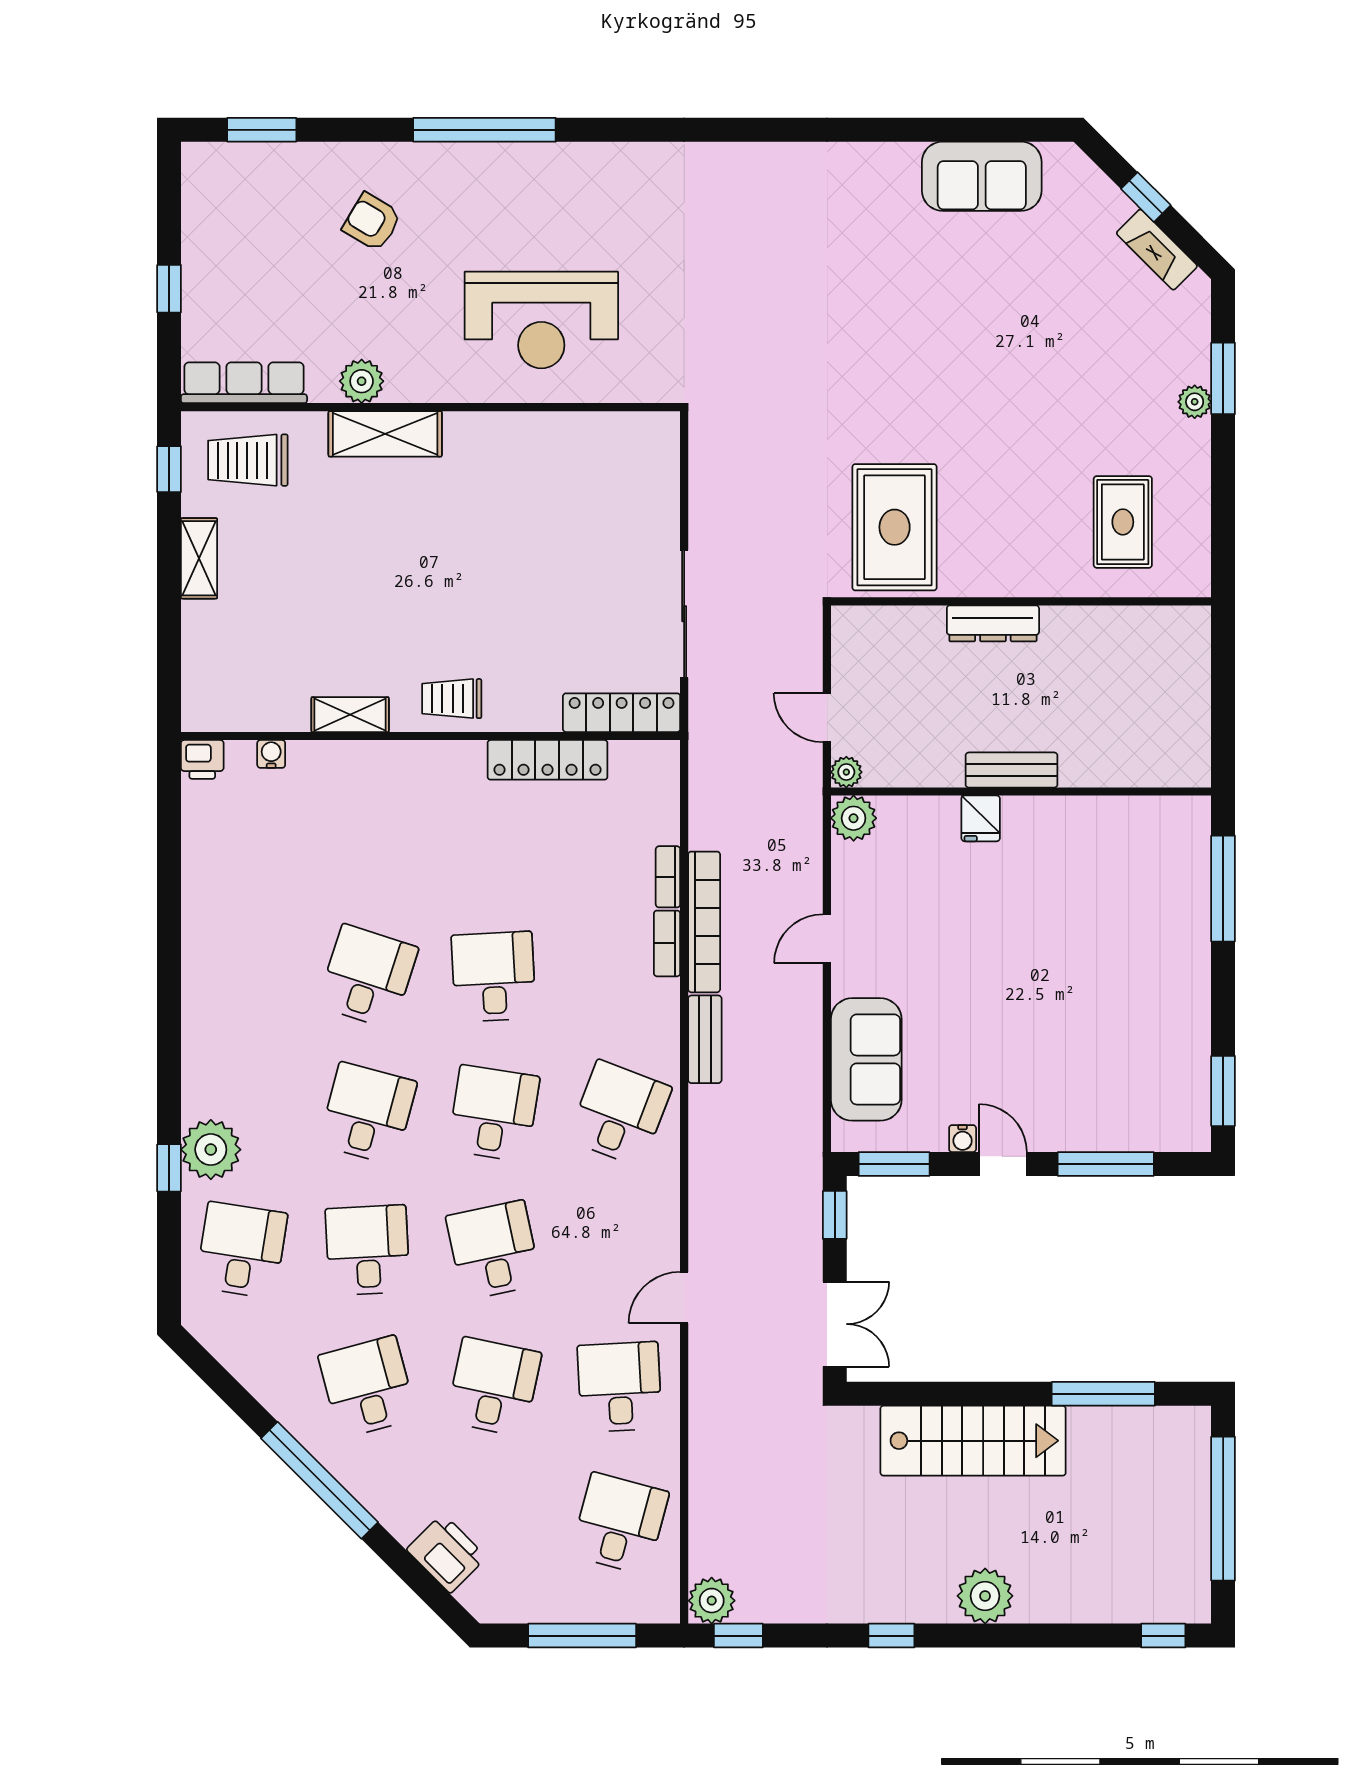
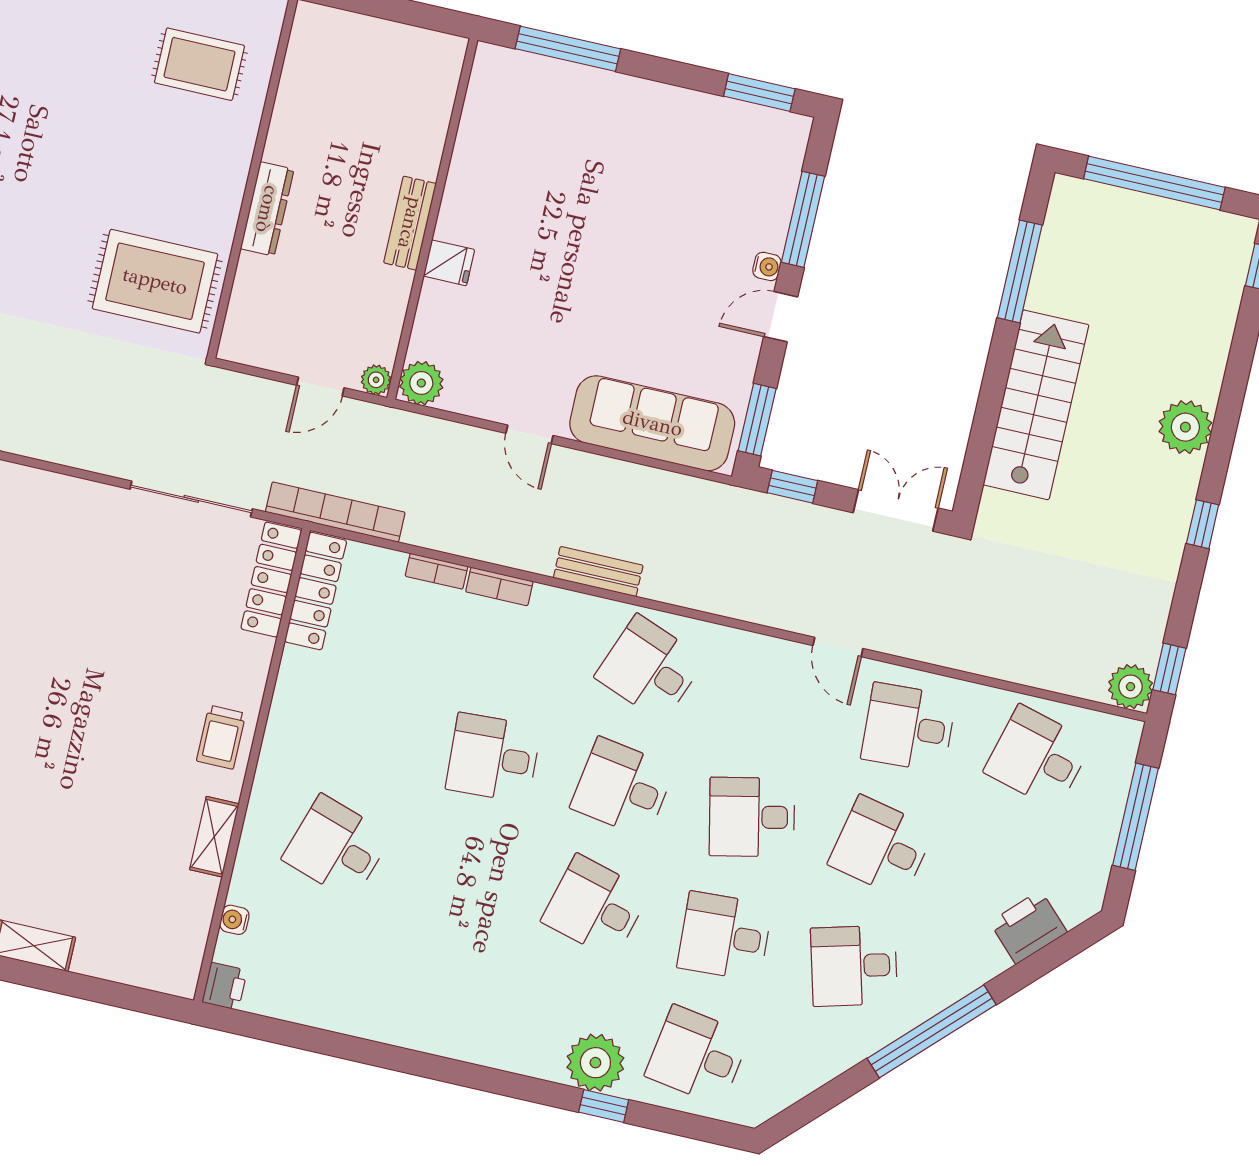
locker: (547, 760) -> (316, 591), moved
bookcase: (704, 922) -> (335, 512), moved
desk: (368, 977) -> (337, 847), moved
sofa: (866, 1059) -> (652, 423), width x1.36
water cooler: (963, 1139) -> (767, 266), moved

